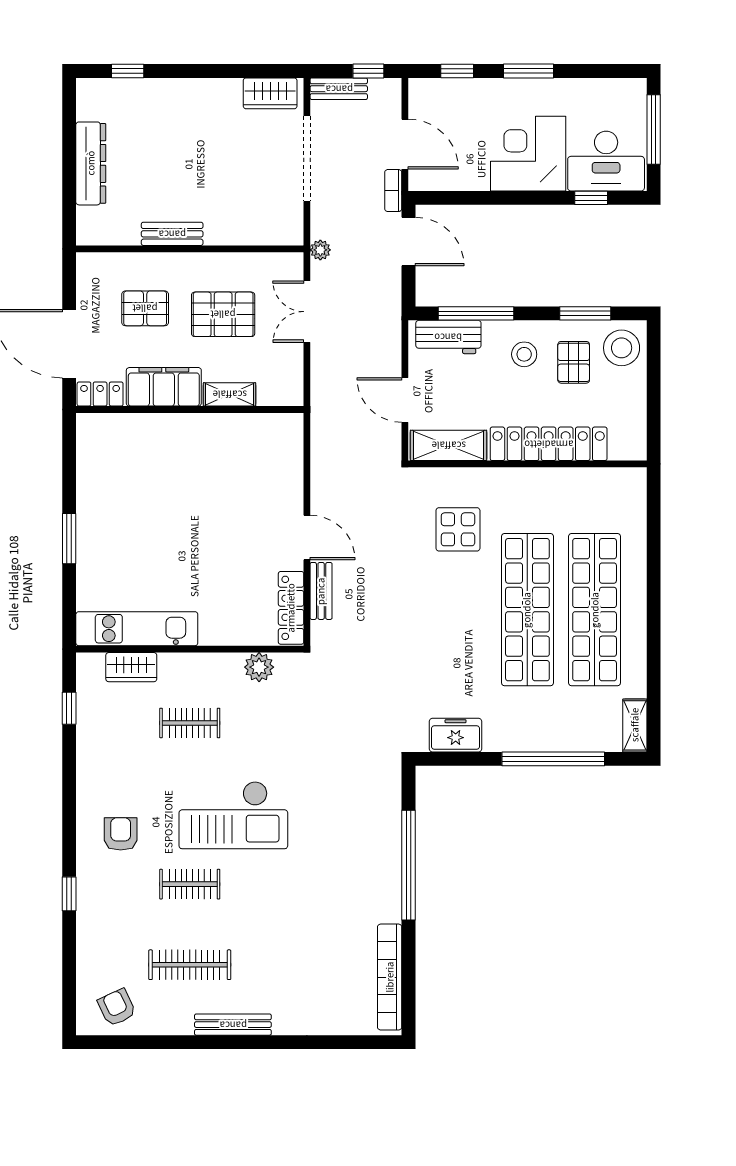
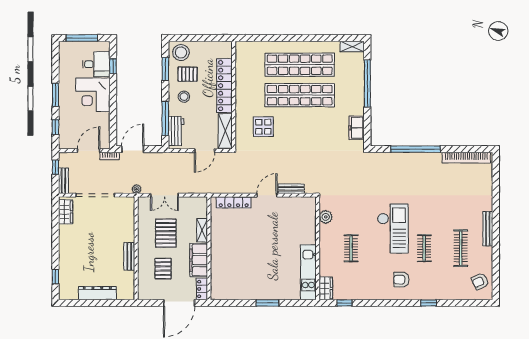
desk: (606, 161) -> (96, 64), width x0.73
locker: (291, 608) -> (234, 202), moved
wardrobe: (131, 667) -> (326, 288), moved

